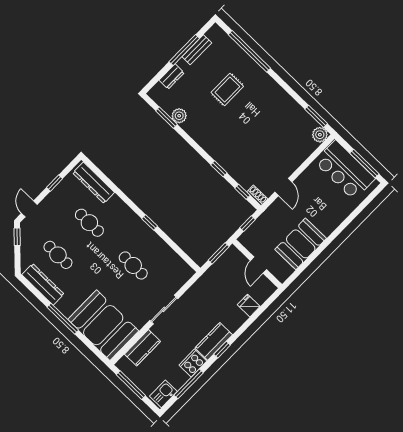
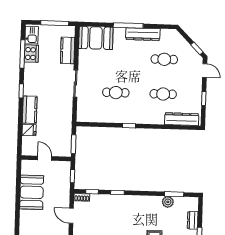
dresser: (43, 284) -> (143, 34), moved
booth: (103, 325) -> (96, 38), width x0.73, depth x0.70
kitchen counter: (214, 341) -> (30, 110), moved
cooker: (193, 363) -> (31, 54), moved

